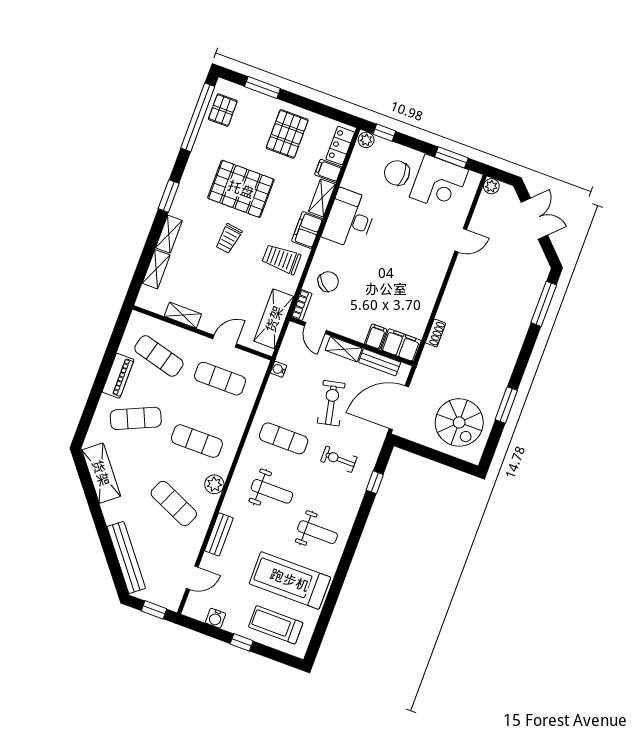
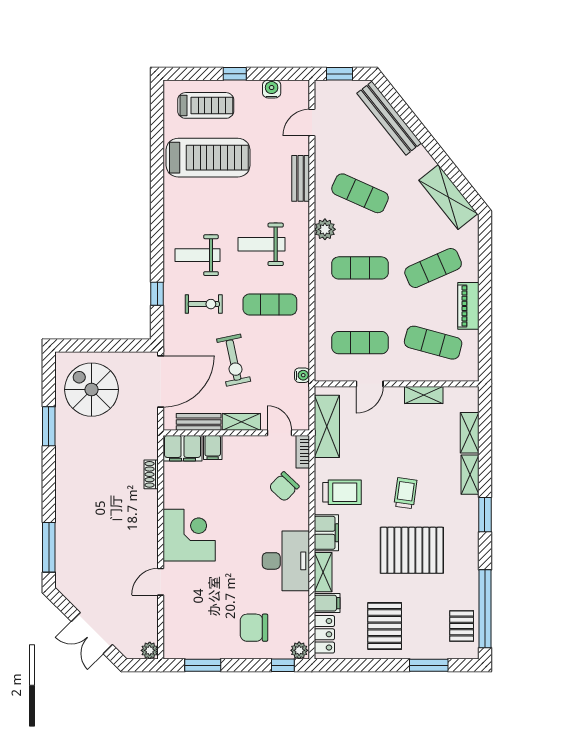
chair: (397, 173) -> (254, 628), turned 180
corner desk: (439, 183) -> (189, 535), moved, turned 90
weight bench: (318, 532) -> (198, 255), moved

